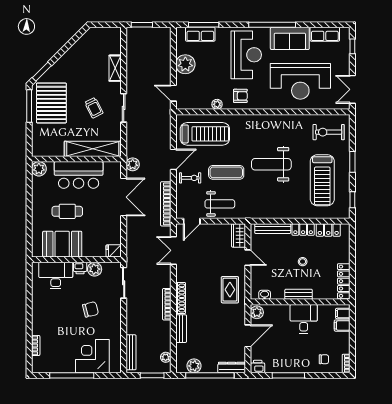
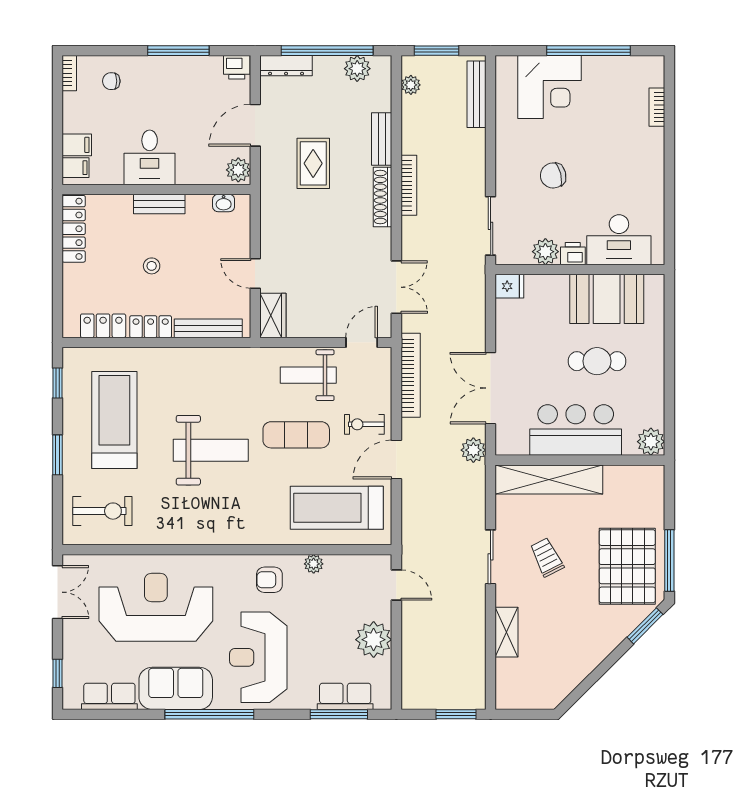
rug: (230, 290) -> (313, 163), moved

